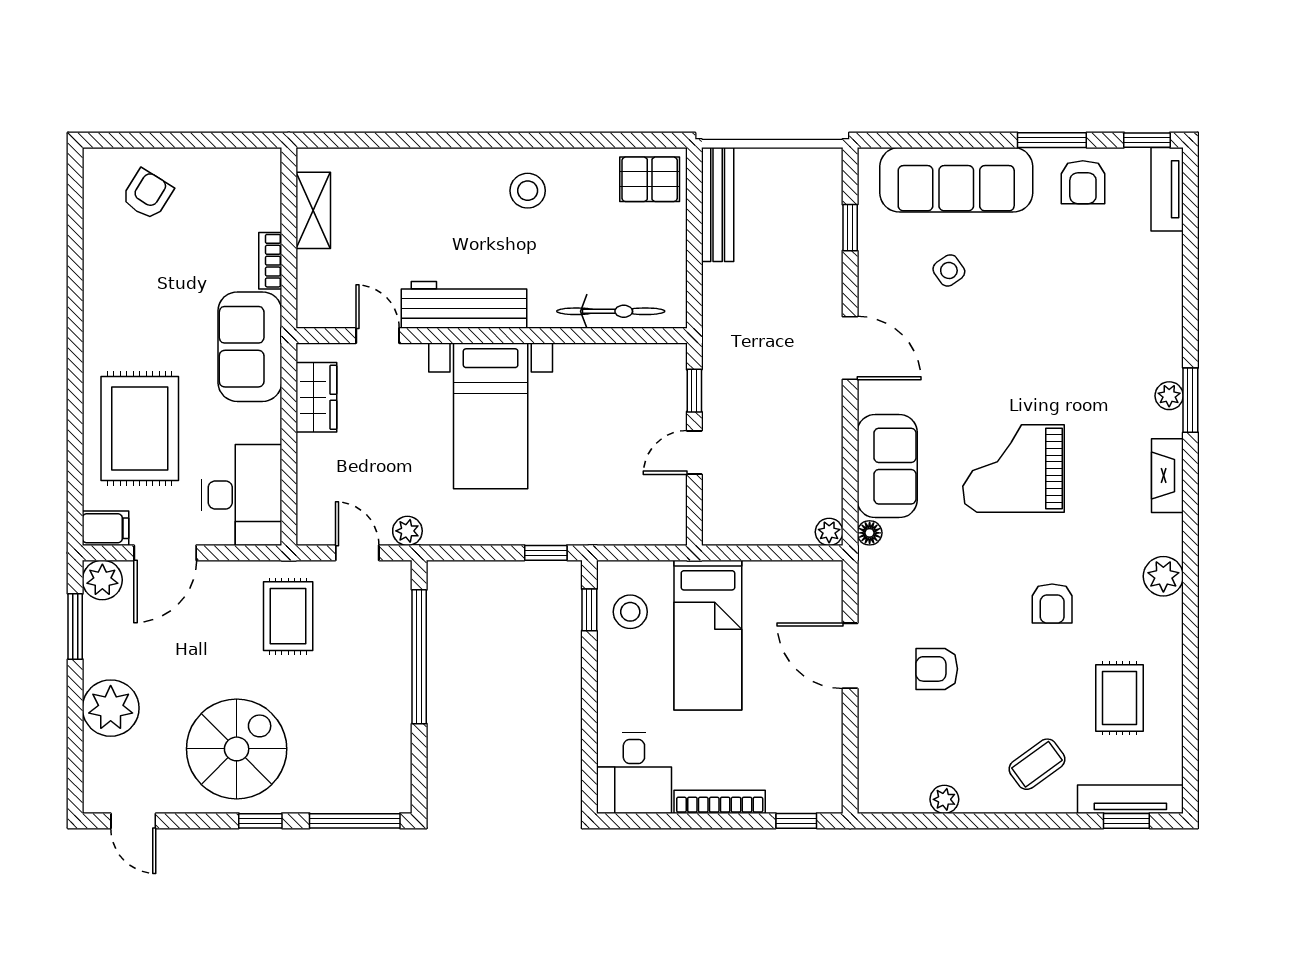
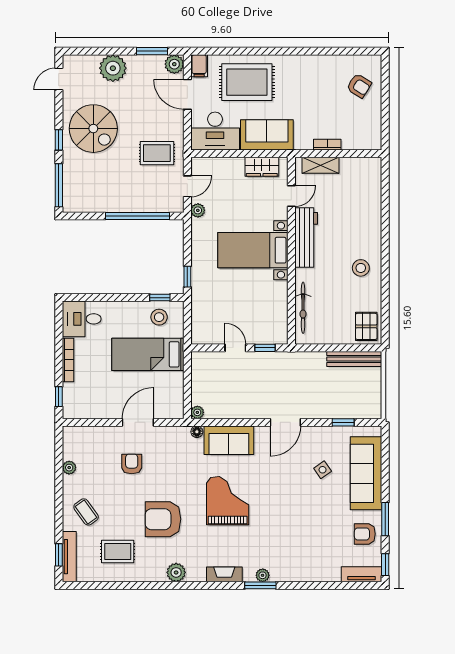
shelving: (313, 210) -> (321, 165), moved
sofa: (250, 347) -> (267, 135), moved
armchair: (1052, 604) -> (163, 519), width x1.88, depth x1.88

